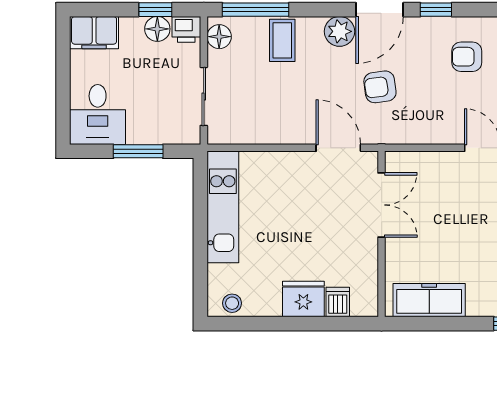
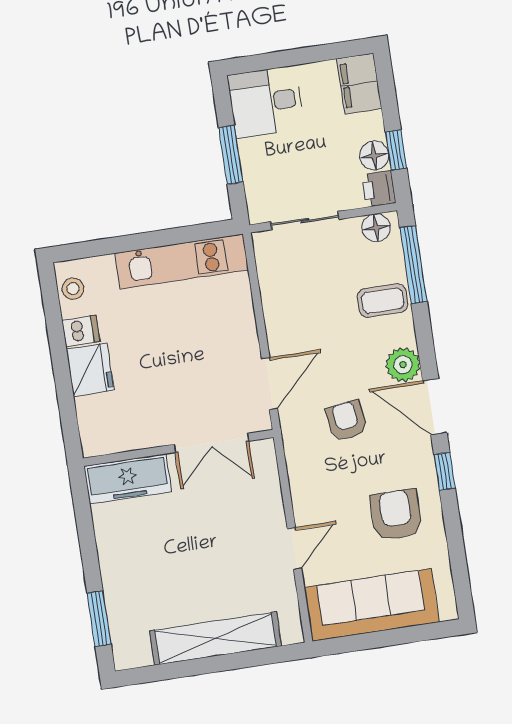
armchair: (467, 57) -> (396, 515), width x1.38, depth x1.38
freezer: (429, 300) -> (128, 479), moved, turned 90
dishwasher: (338, 302) -> (81, 331), moved

